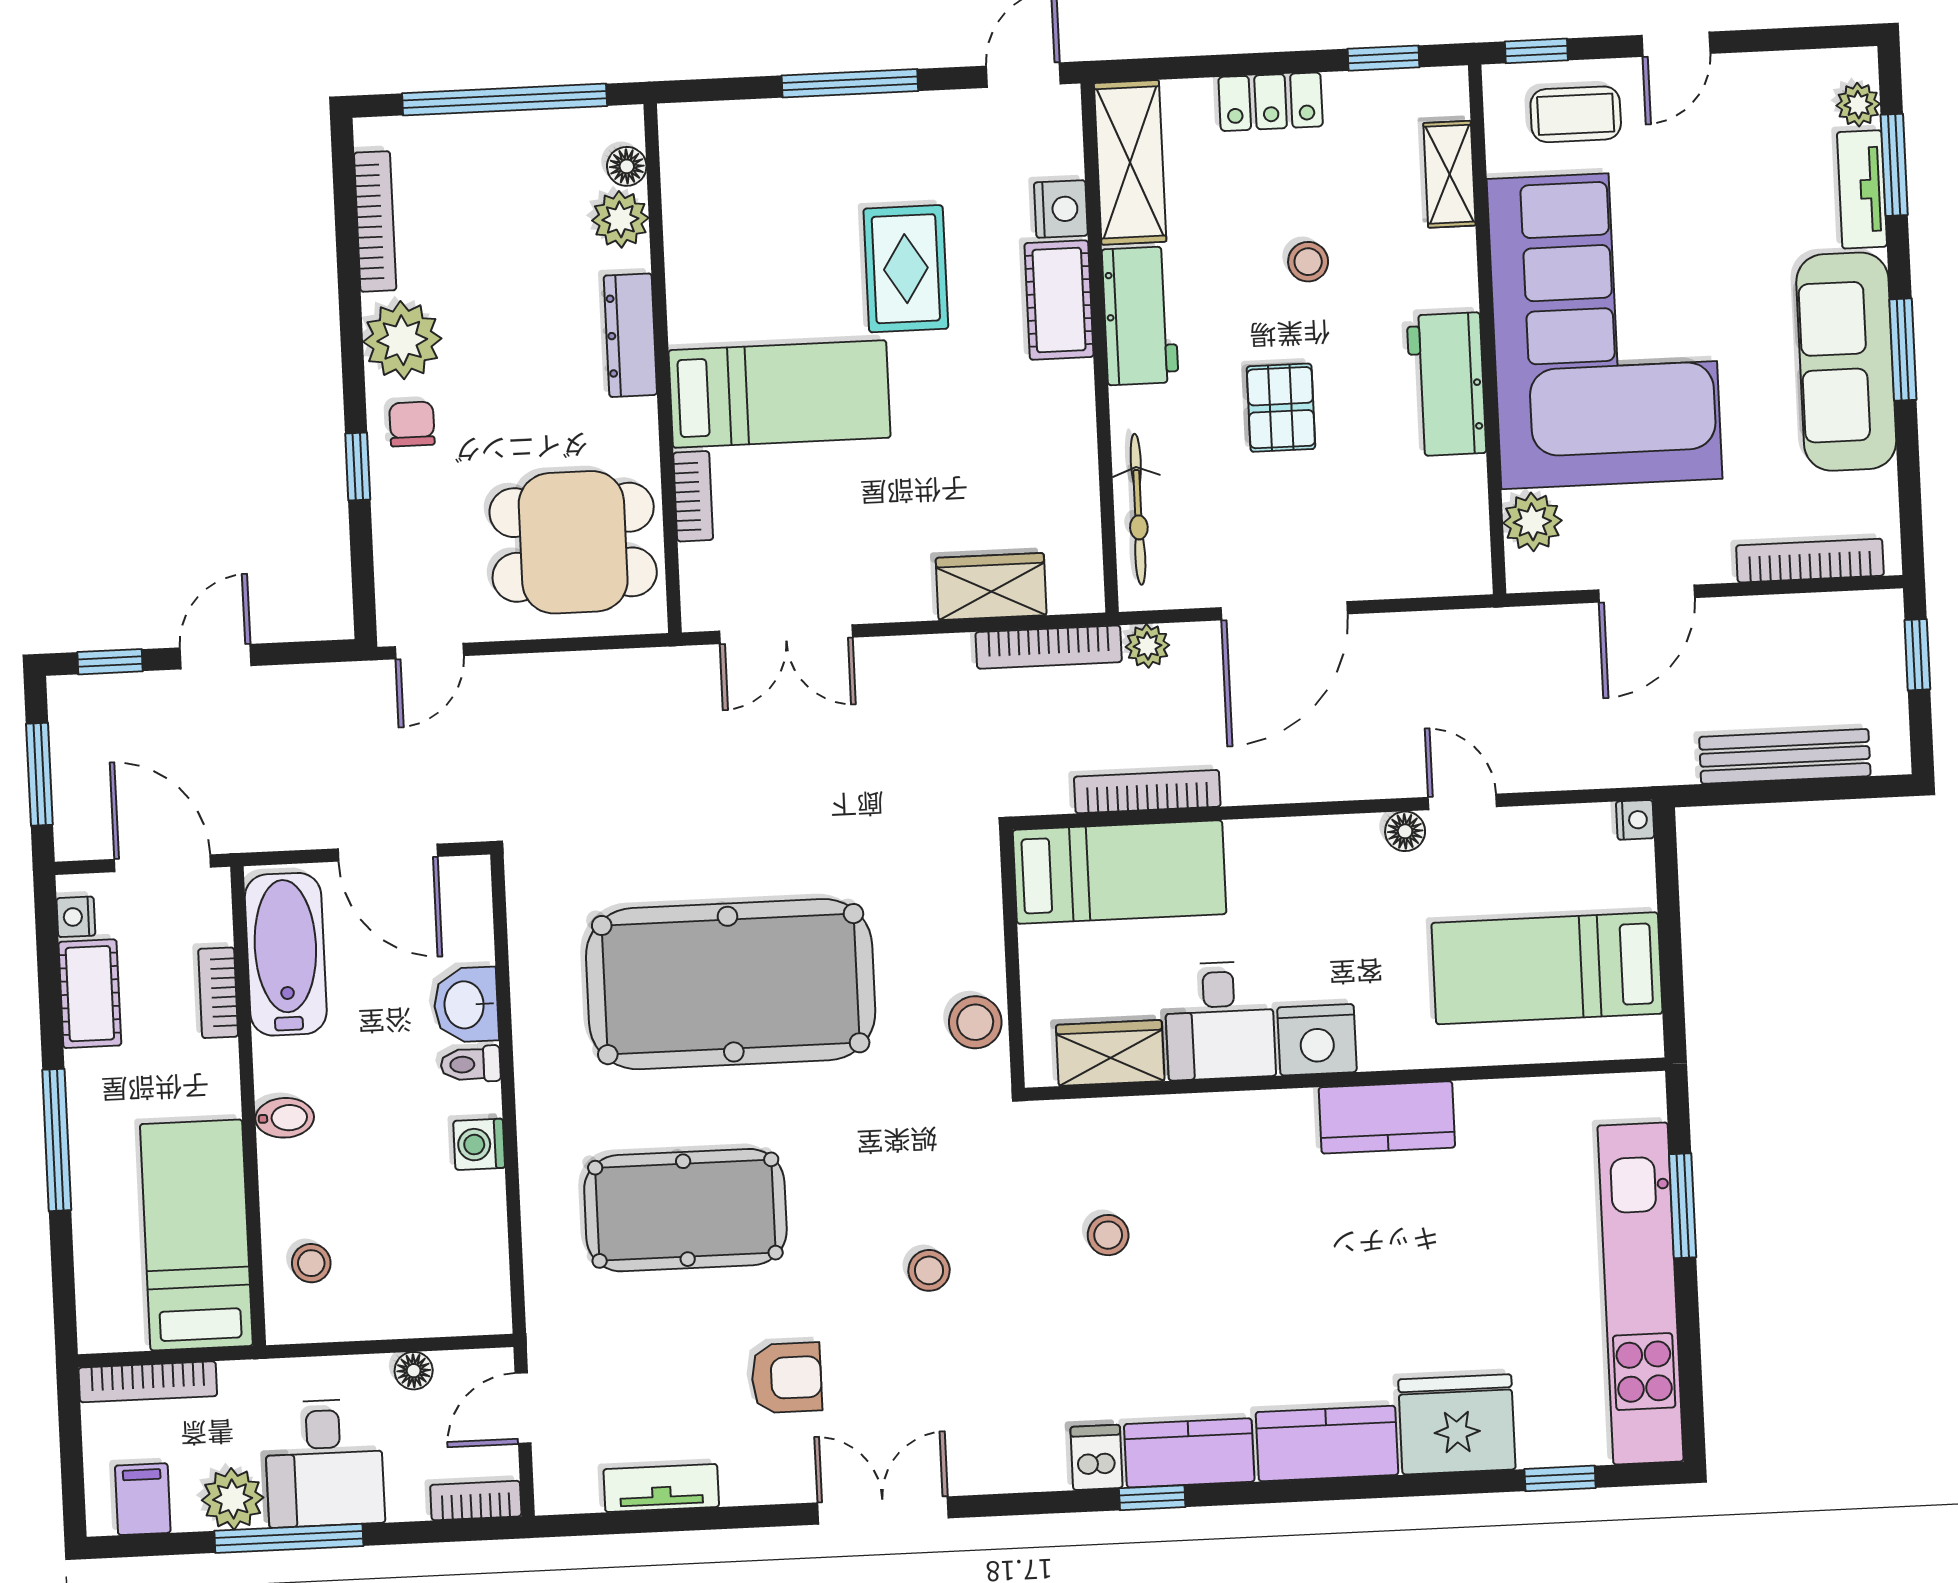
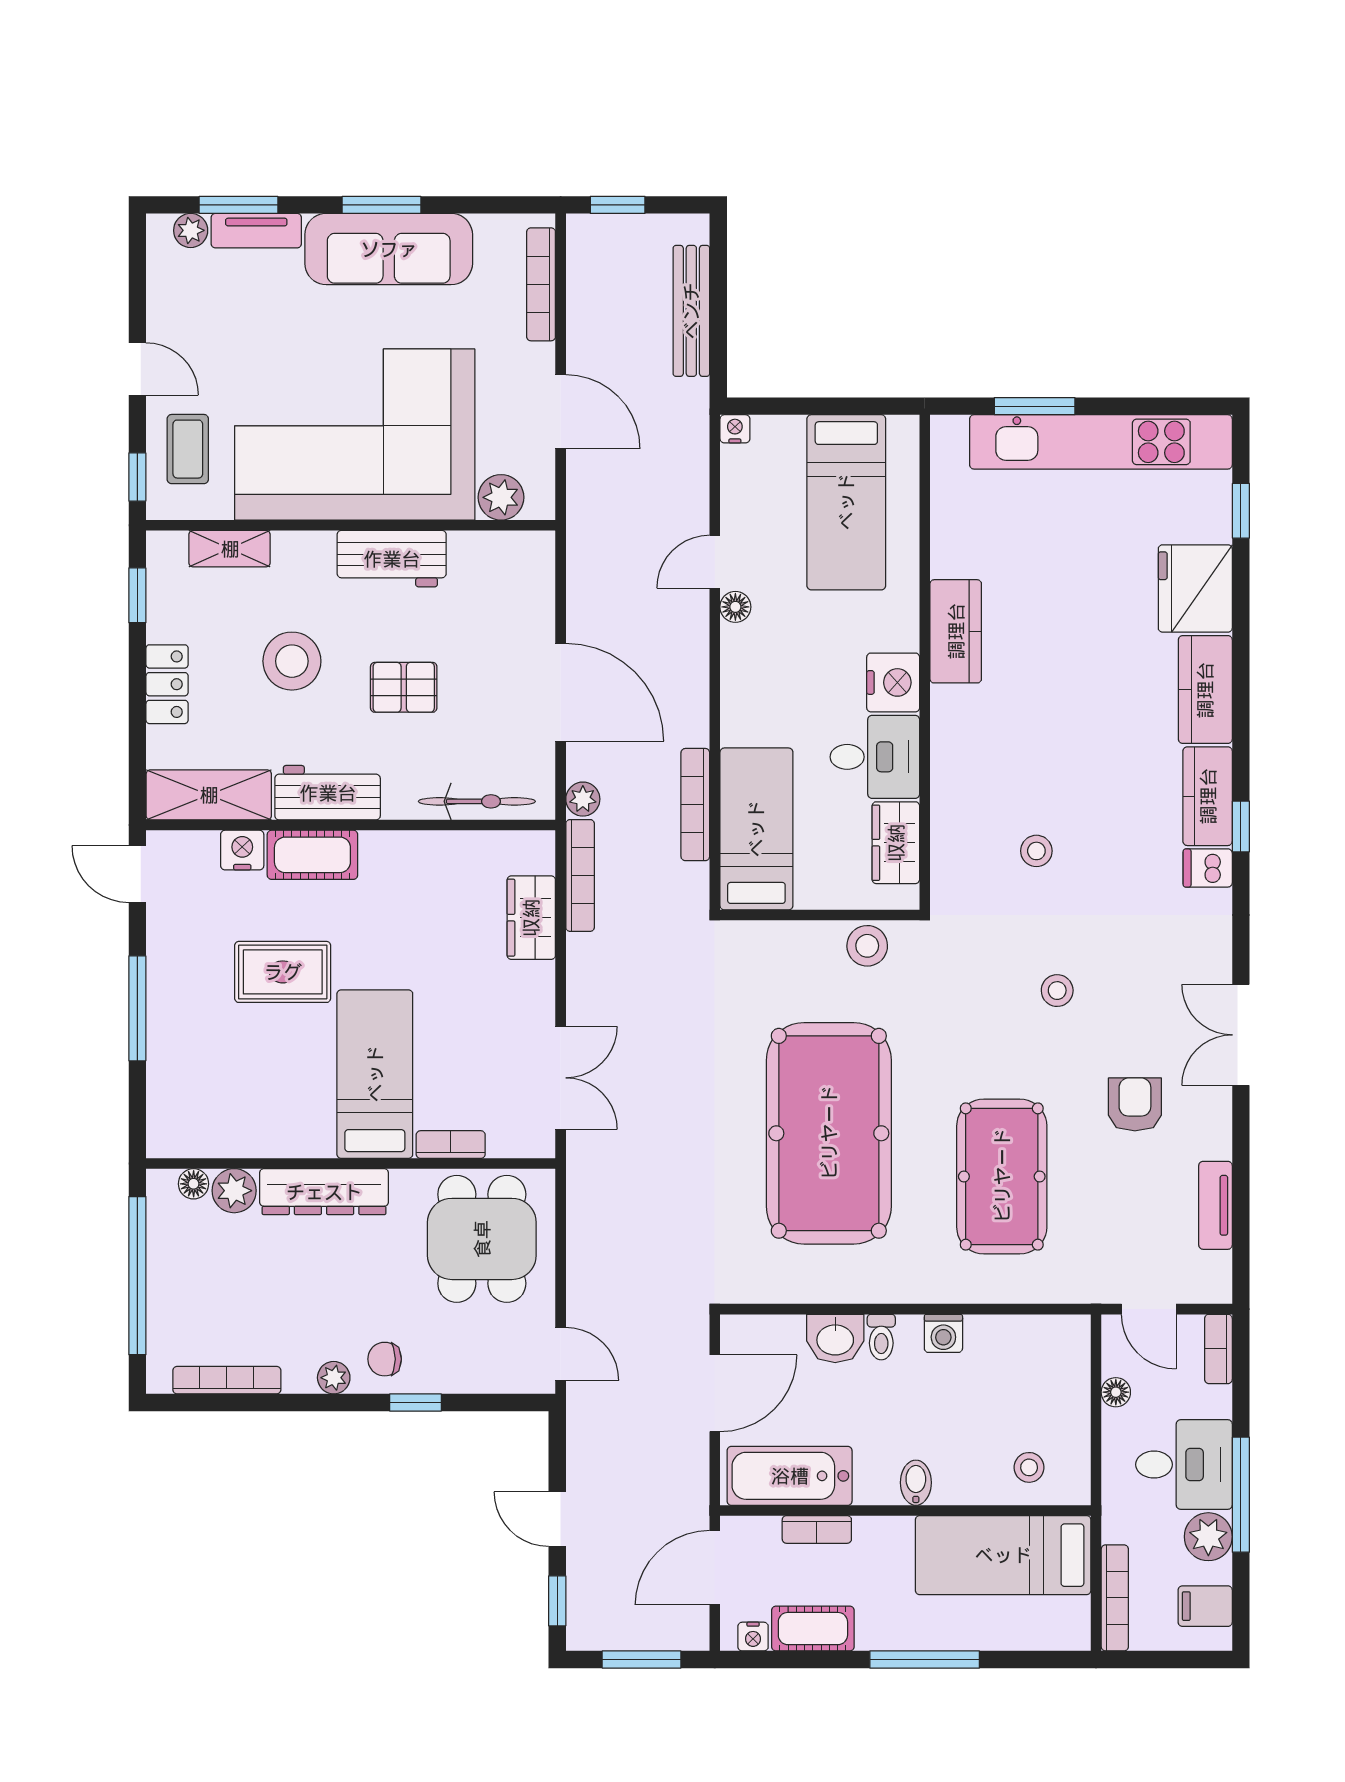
stool: (1308, 262) -> (292, 661), width x1.89, depth x1.89
dresser: (630, 335) -> (324, 1192), width x1.37, depth x1.24
plant: (402, 340) -> (334, 1378), width x0.53, depth x0.53

